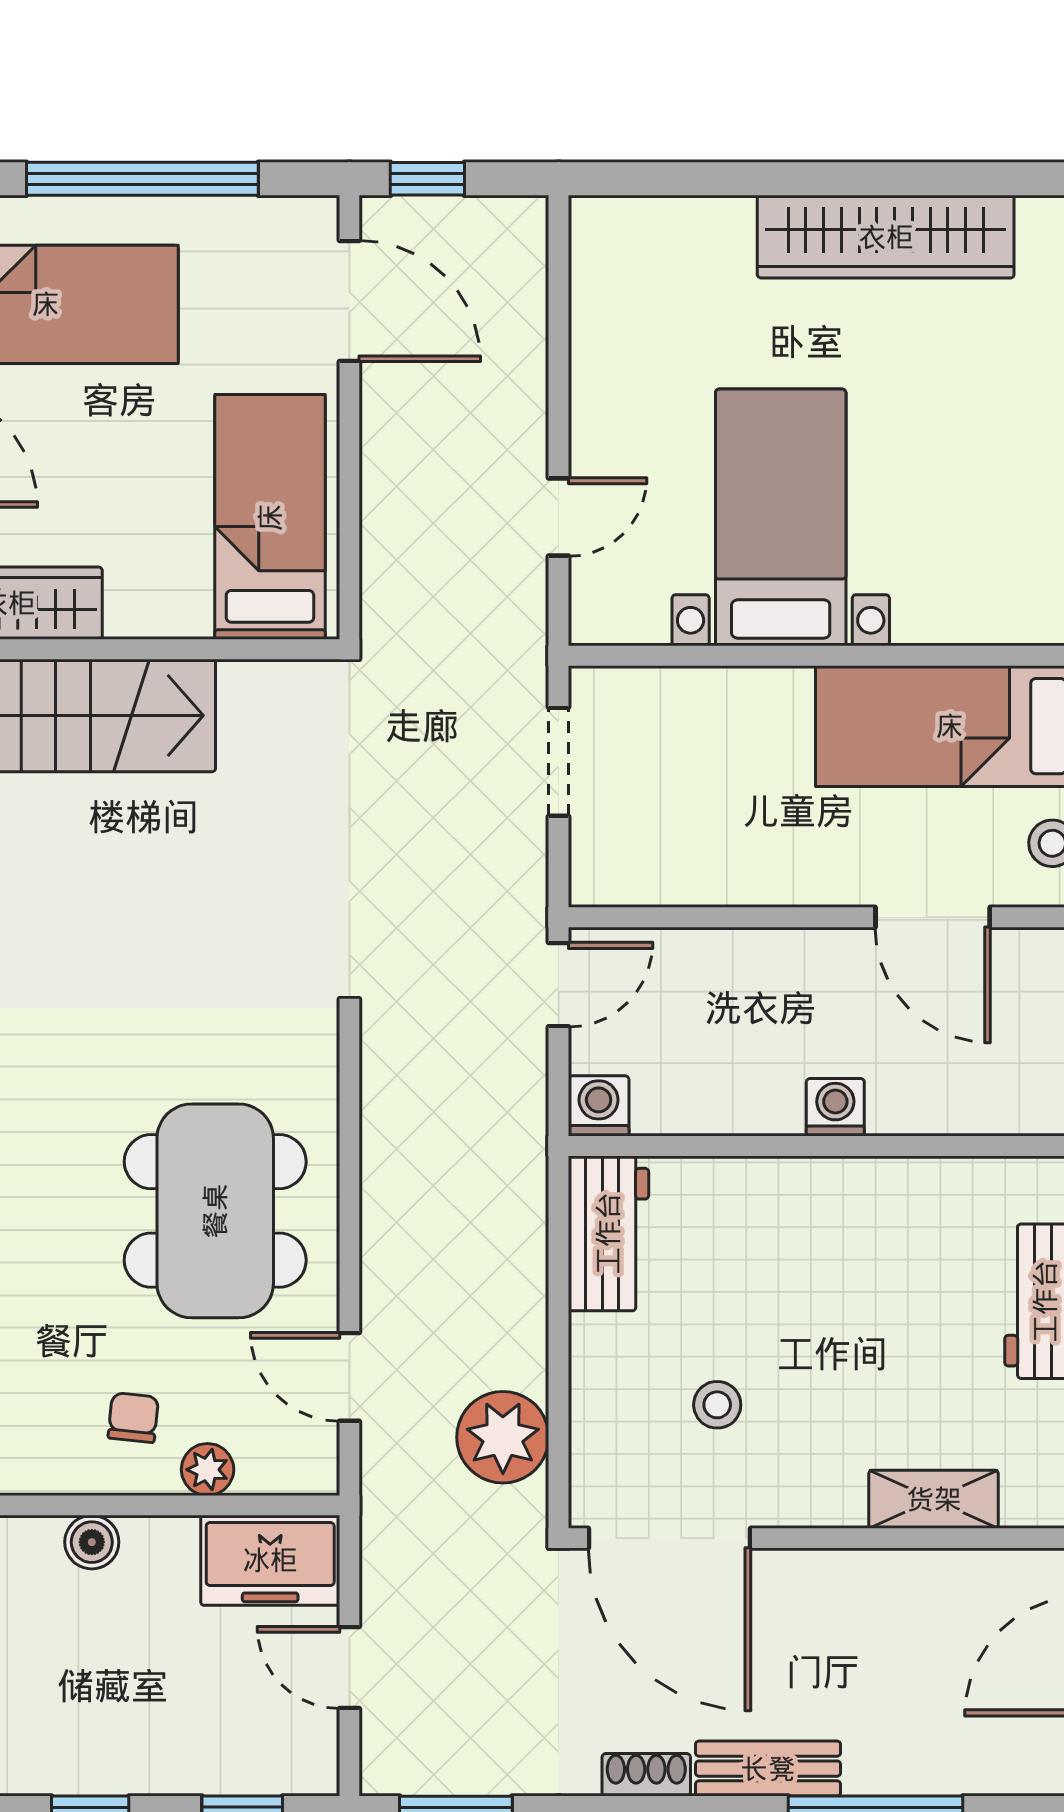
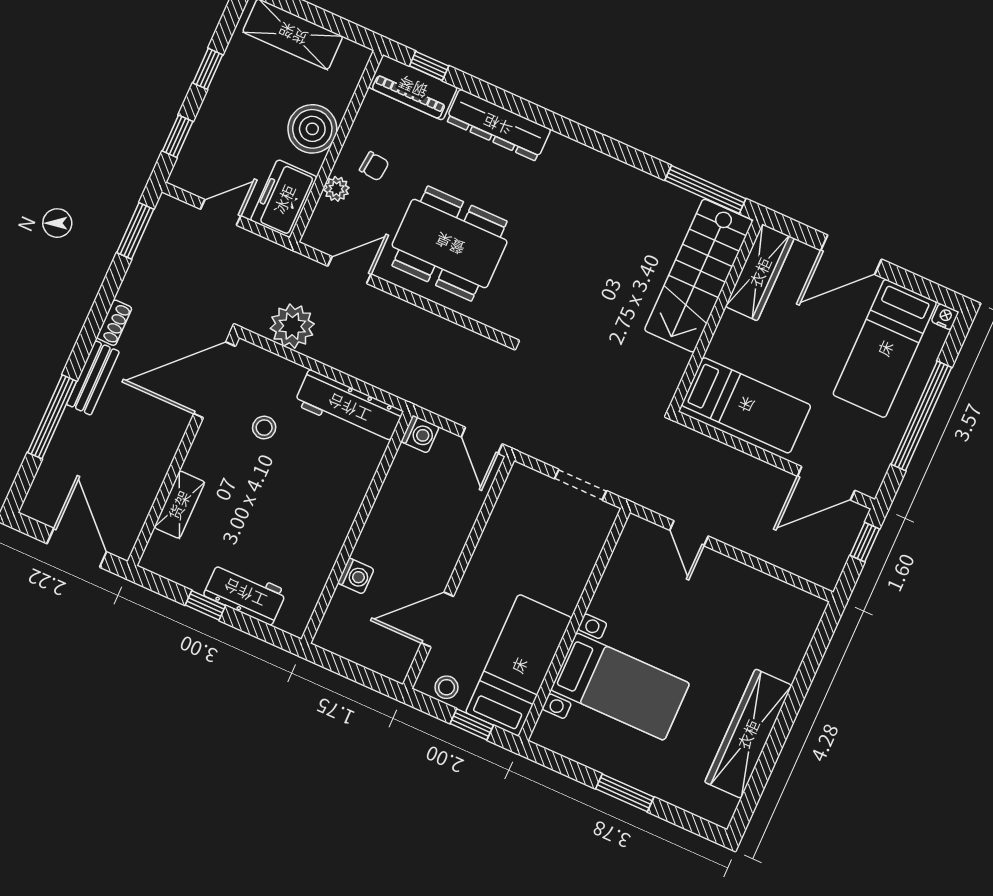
bed with nightstands: (781, 517) -> (620, 687), moved
washing machine: (835, 1107) -> (356, 576), moved
workbench: (608, 1233) -> (349, 408), width x1.37
boiler: (92, 1542) -> (312, 129), width x1.86, depth x1.86

